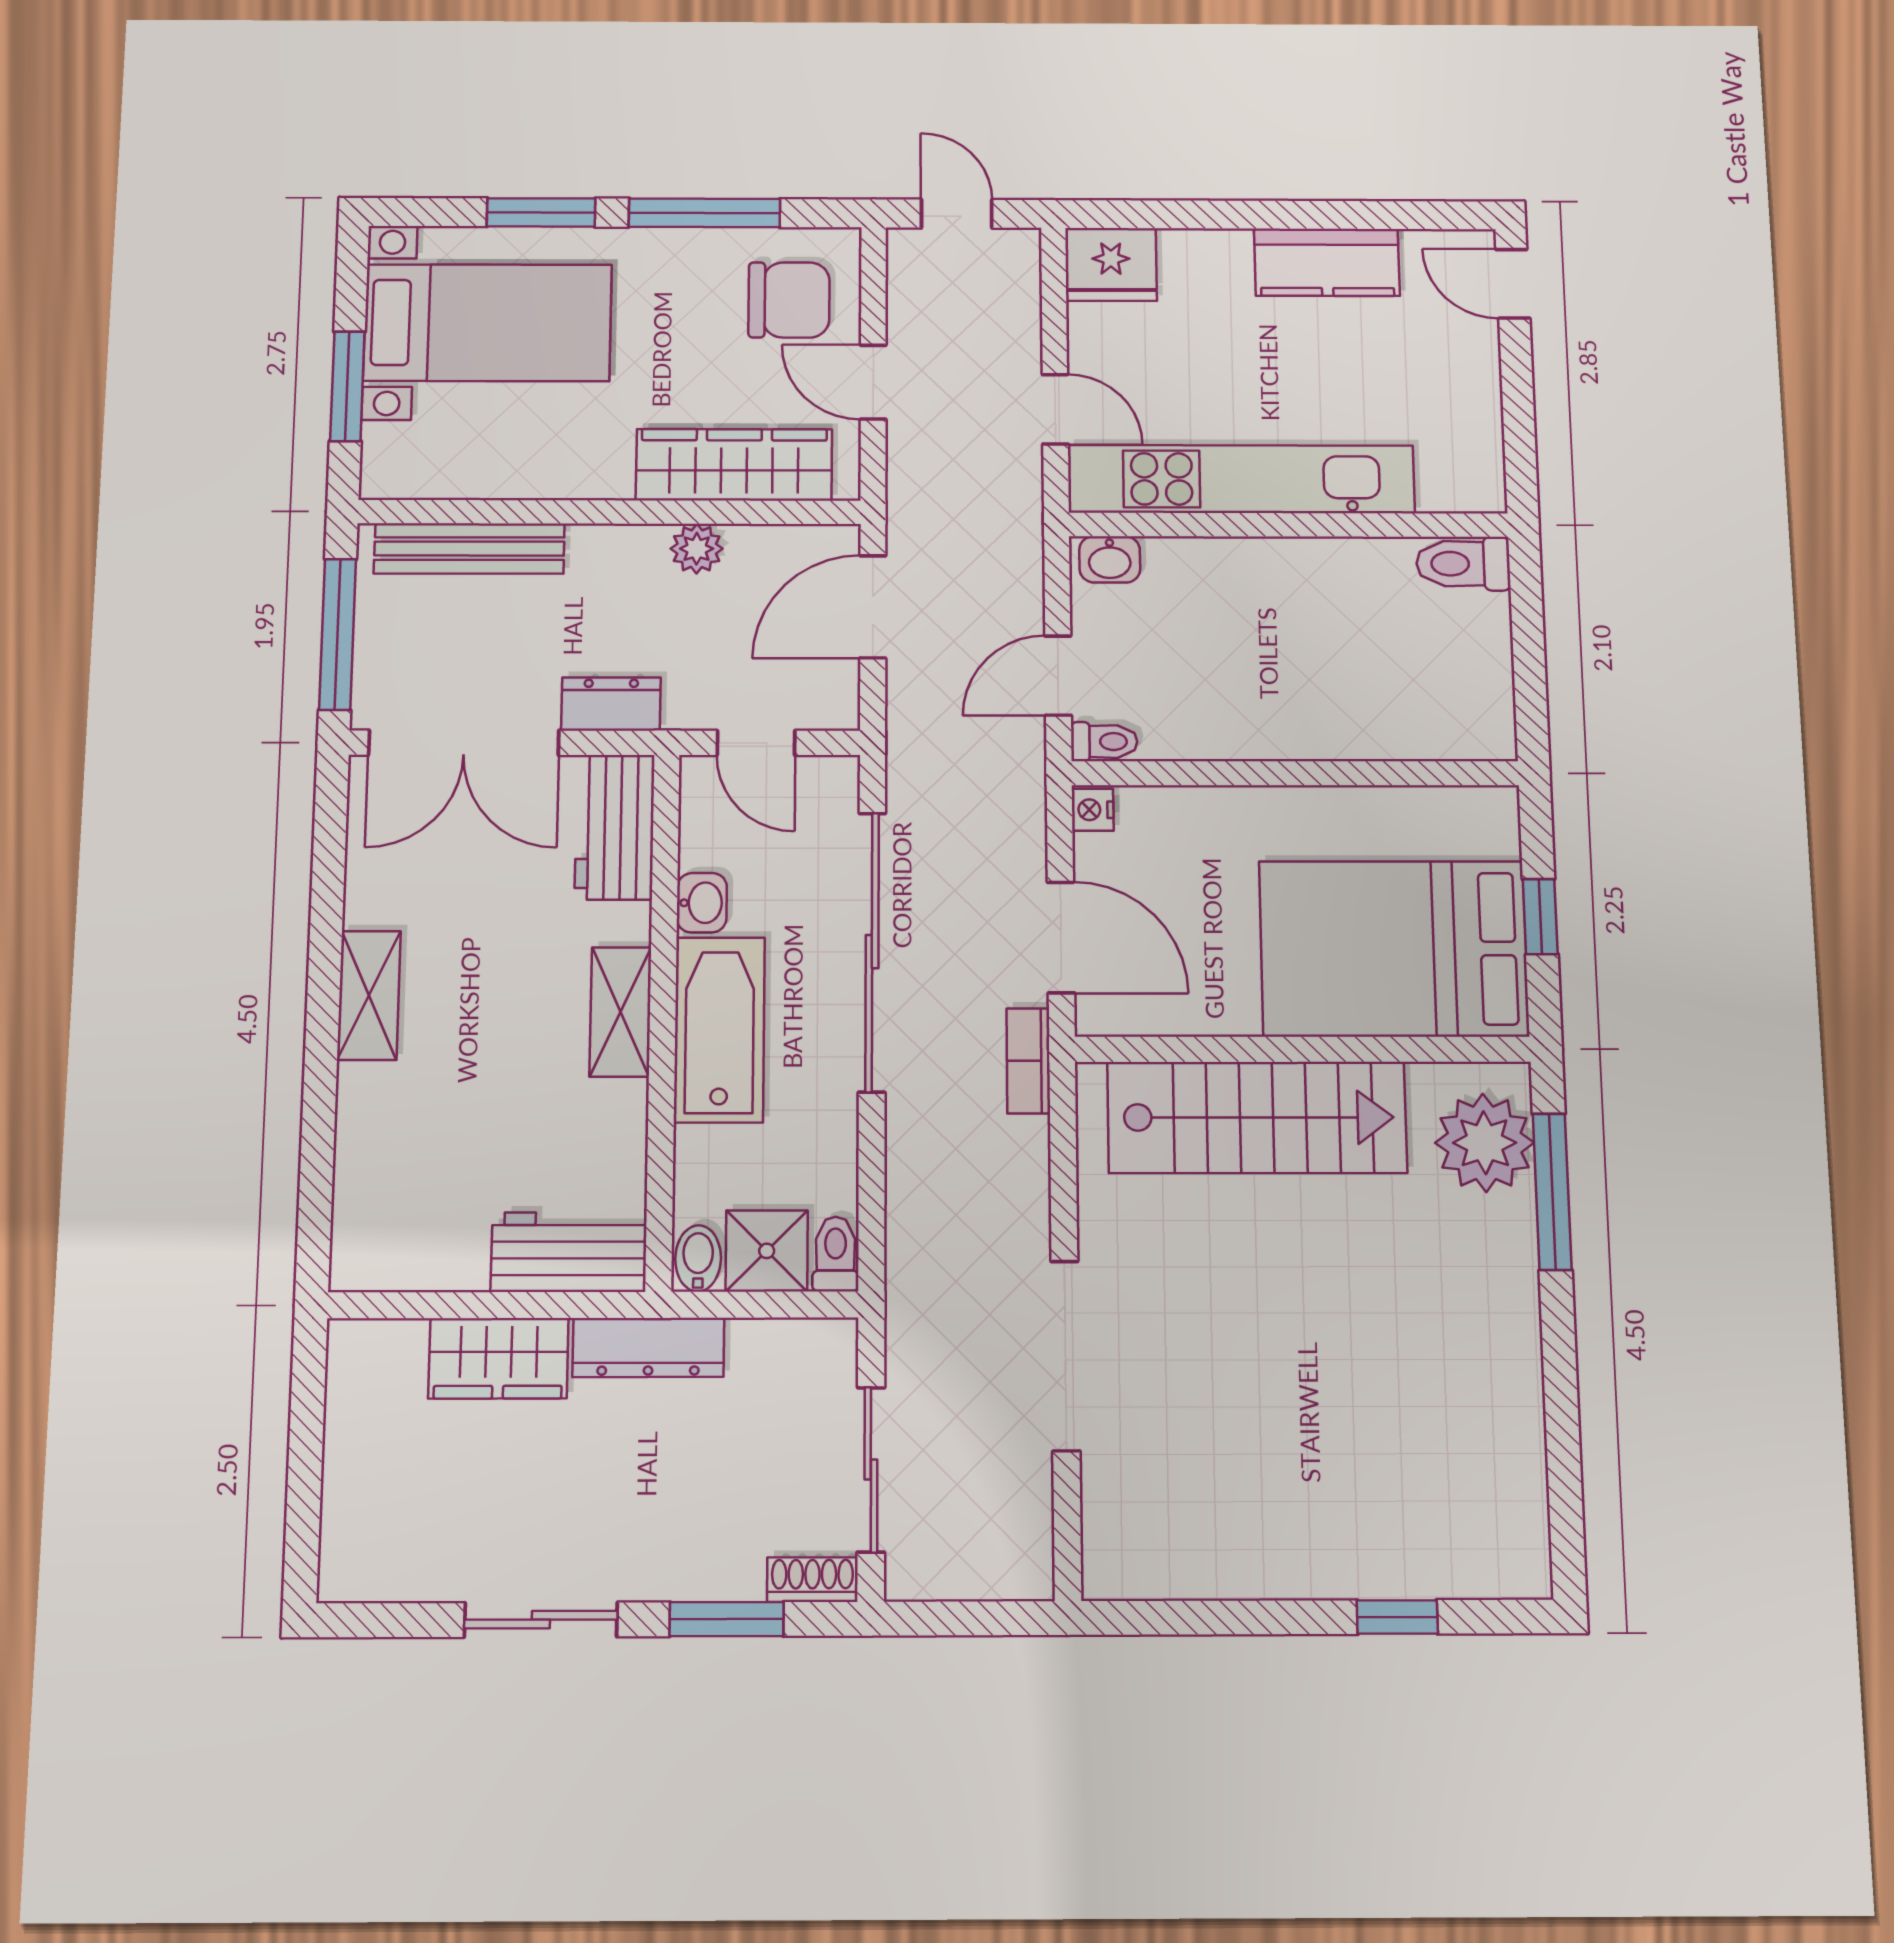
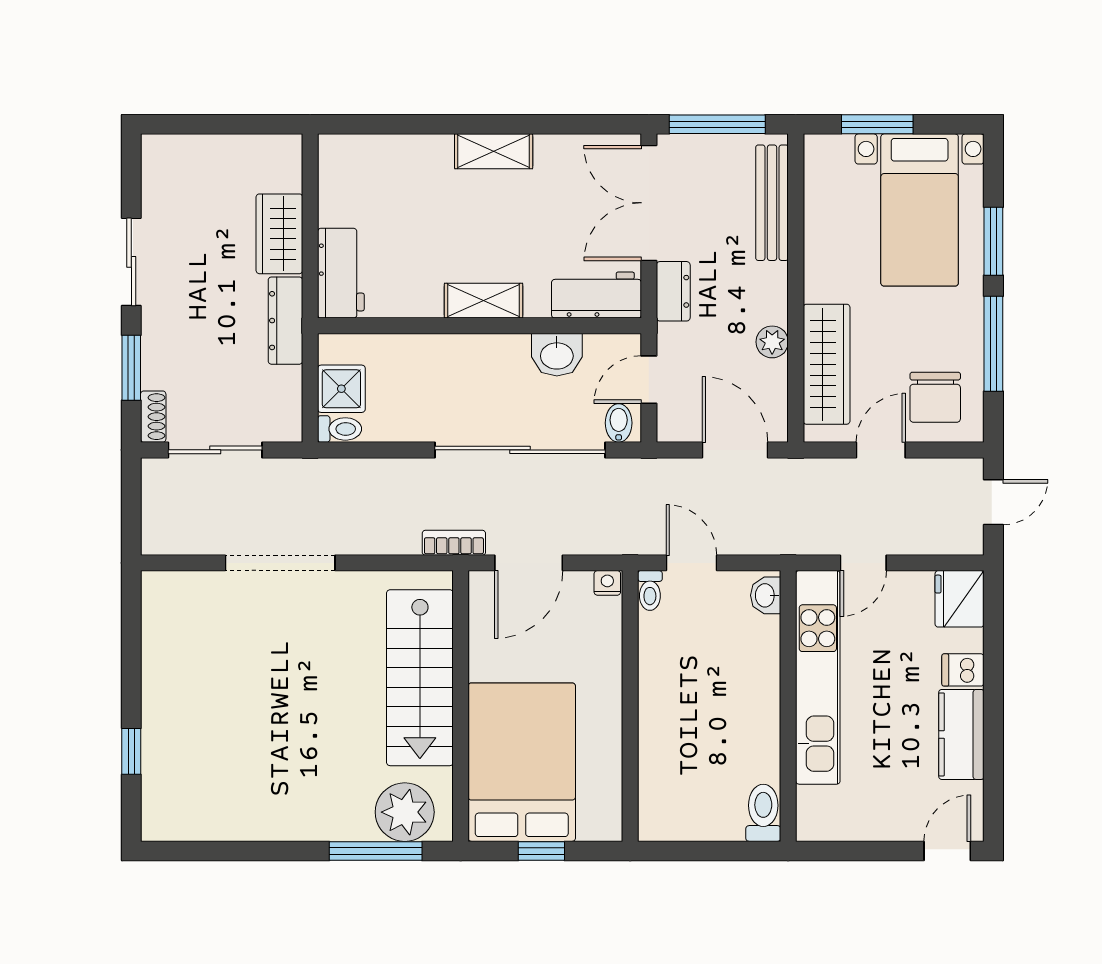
dishwasher: (1224, 260) -> (963, 670), added
washbasin: (702, 903) -> (557, 355), width x1.38, depth x1.45
bathtub: (719, 1030) -> (473, 360), removed
bidet: (698, 1258) -> (619, 423), moved, turned -90

